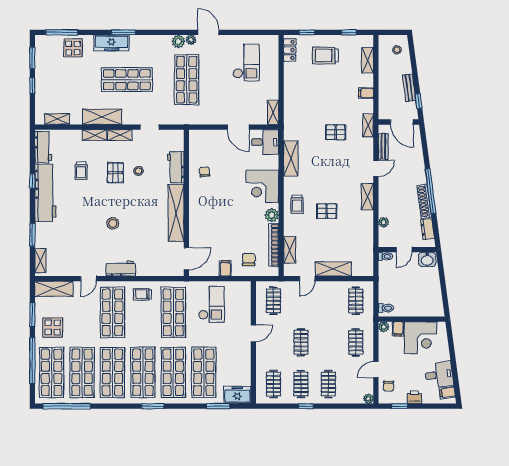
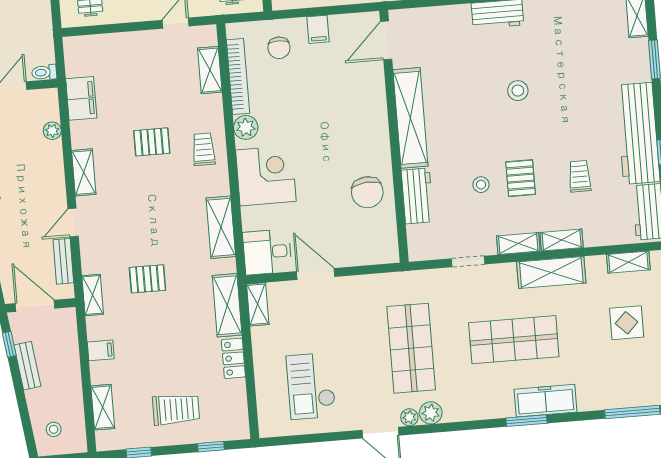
display table: (73, 48) -> (627, 323), moved
locker: (290, 50) -> (233, 358), moved
chair: (205, 172) -> (367, 192), width x1.87, depth x1.87
filing cabinet: (365, 240) -> (81, 98), added
shelving: (333, 269) -> (227, 305), moved, turned 90

